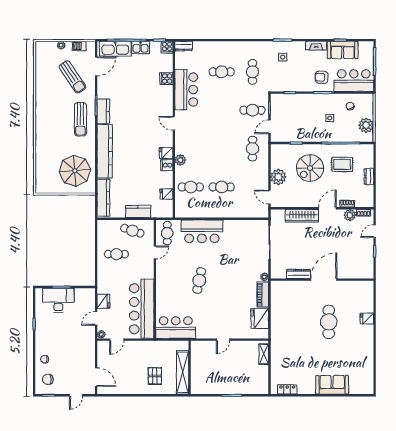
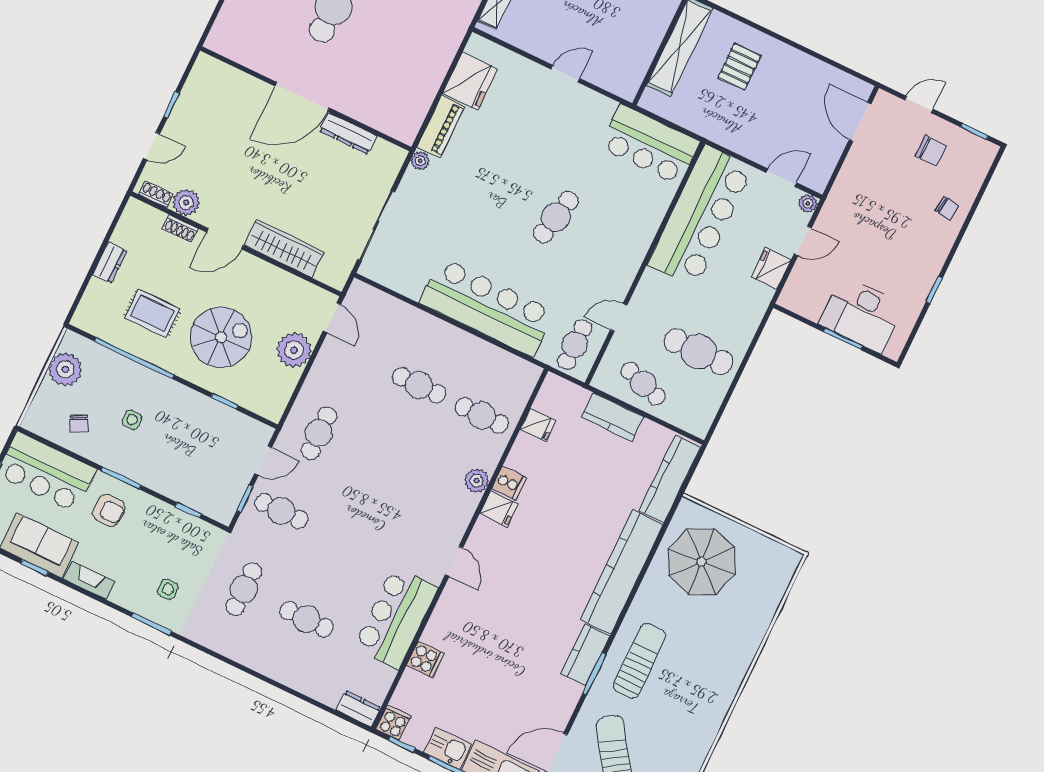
bar counter: (202, 231) -> (487, 307), width x1.36
cafe table: (116, 254) -> (698, 352), width x1.37, depth x1.35
chair: (48, 379) -> (931, 151), moved

